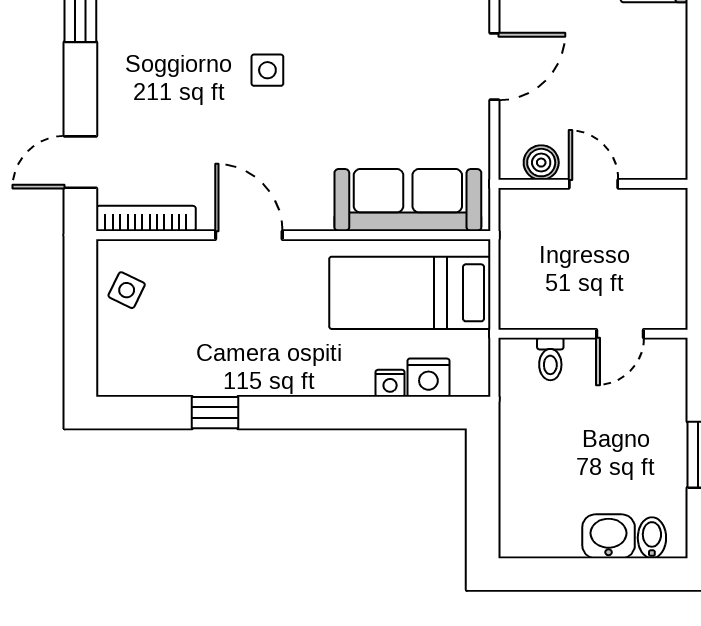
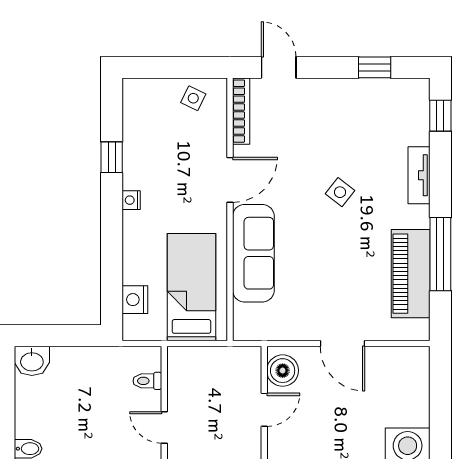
side table: (267, 70) -> (340, 192), turned 38
boiler: (541, 163) -> (283, 371), width x1.36, depth x1.36
sofa: (408, 200) -> (253, 253), moved
nightstand: (390, 383) -> (131, 200), moved
washbasin: (609, 536) -> (32, 361), moved, turned 90

